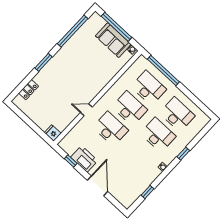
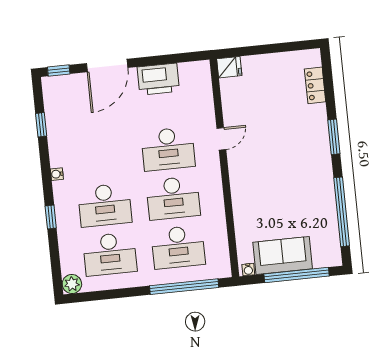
plant: (204, 120) -> (72, 284), added
window: (71, 161) -> (59, 70), moved
door: (97, 186) -> (107, 65), hinge flipped

